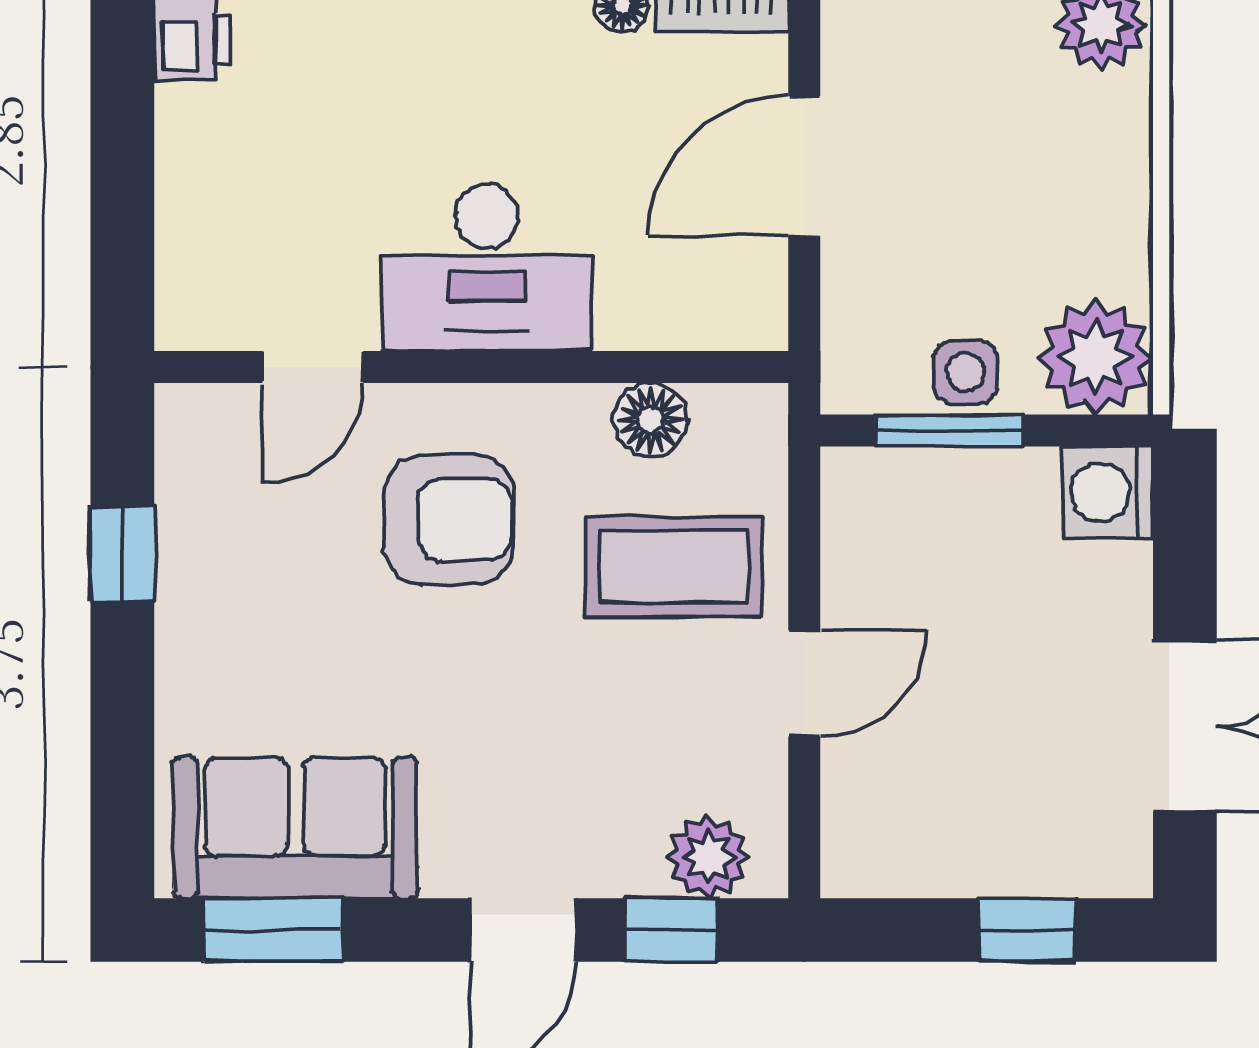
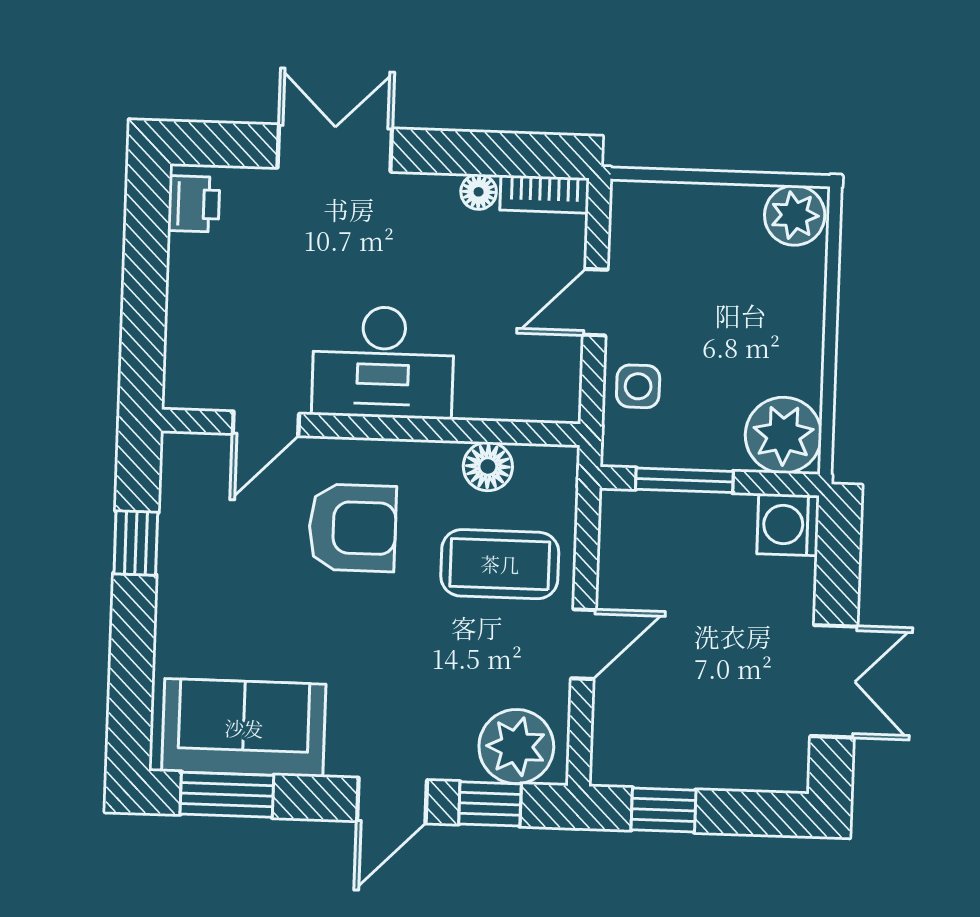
door: (804, 166) -> (595, 302), width x0.73
side table: (966, 372) -> (638, 386), moved
plant: (708, 857) -> (516, 747), width x1.36, depth x1.36
window: (1027, 930) -> (663, 810), moved

